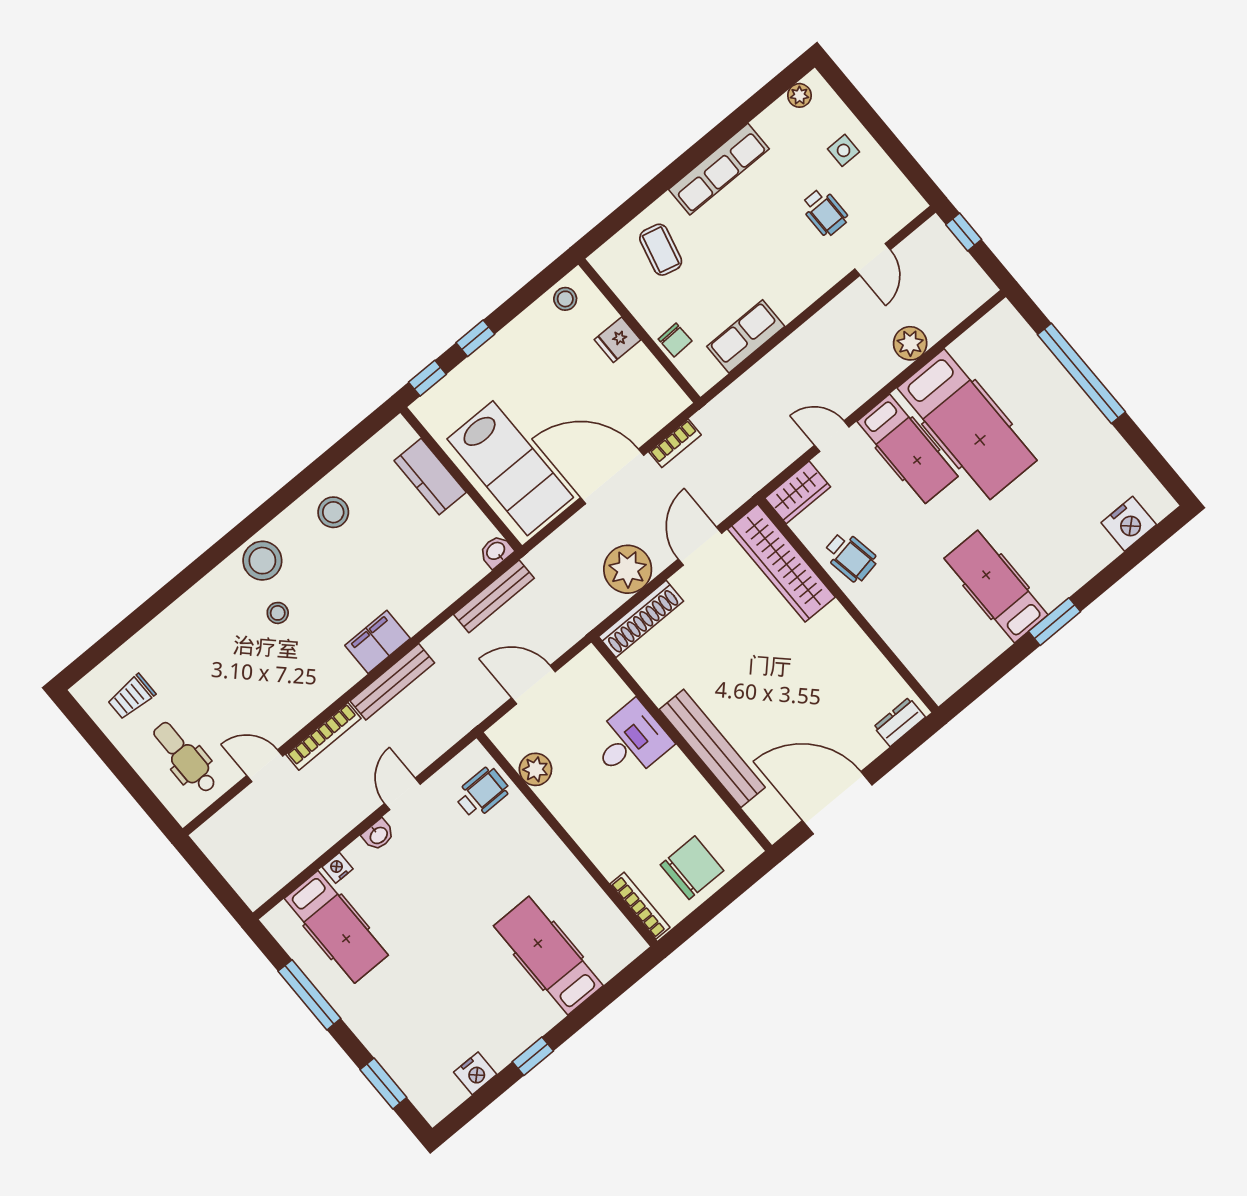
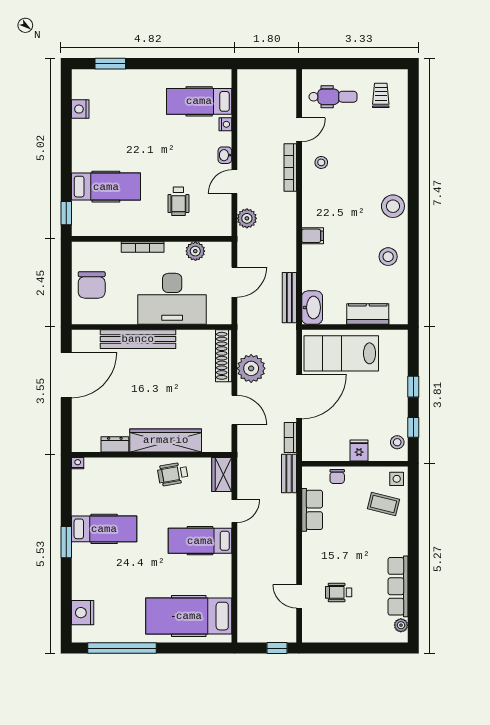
side table: (844, 150) -> (397, 479), moved
row of seats: (719, 169) -> (398, 586), moved
chair: (675, 340) -> (337, 476), turned -88
plant: (910, 343) -> (247, 218), moved
window: (1081, 373) -> (122, 648), moved
window: (427, 378) -> (413, 427), moved
hospital bed: (967, 424) -> (189, 616), moved
washbasin: (496, 551) -> (312, 308), width x1.91, depth x1.45
wardrobe: (781, 563) -> (166, 440), moved
stool: (278, 613) -> (321, 162), moved
filing cabinet: (378, 642) -> (313, 236), width x0.50
bench: (392, 682) -> (289, 473), moved, width x0.73
nightstand: (939, 692) -> (78, 463), added
dresser: (899, 722) -> (115, 444), moved, turned -90
desk: (630, 741) -> (172, 299), width x1.87, depth x1.30
wheelchair: (482, 793) -> (178, 201), moved
door: (402, 794) -> (234, 182), swing flipped
bookcase: (640, 906) -> (143, 247), moved
window: (309, 995) -> (178, 64), removed
window: (533, 1056) -> (66, 213), moved

